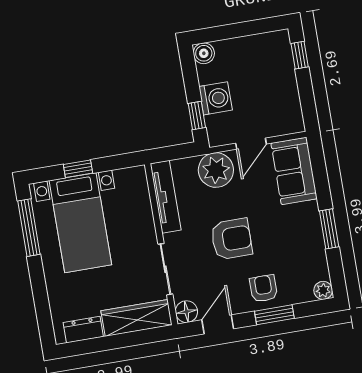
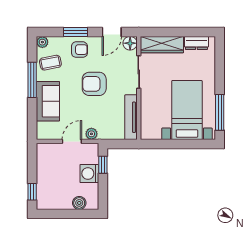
boiler: (204, 53) -> (79, 203), moved
window: (78, 169) -> (183, 144), removed
plant: (216, 170) -> (91, 134), width x0.53, depth x0.53
sofa: (294, 171) -> (48, 101), moved
window: (329, 229) -> (32, 80), width x1.44
coffee table: (305, 261) -> (50, 63), added
armchair: (264, 288) -> (79, 50), turned -90

